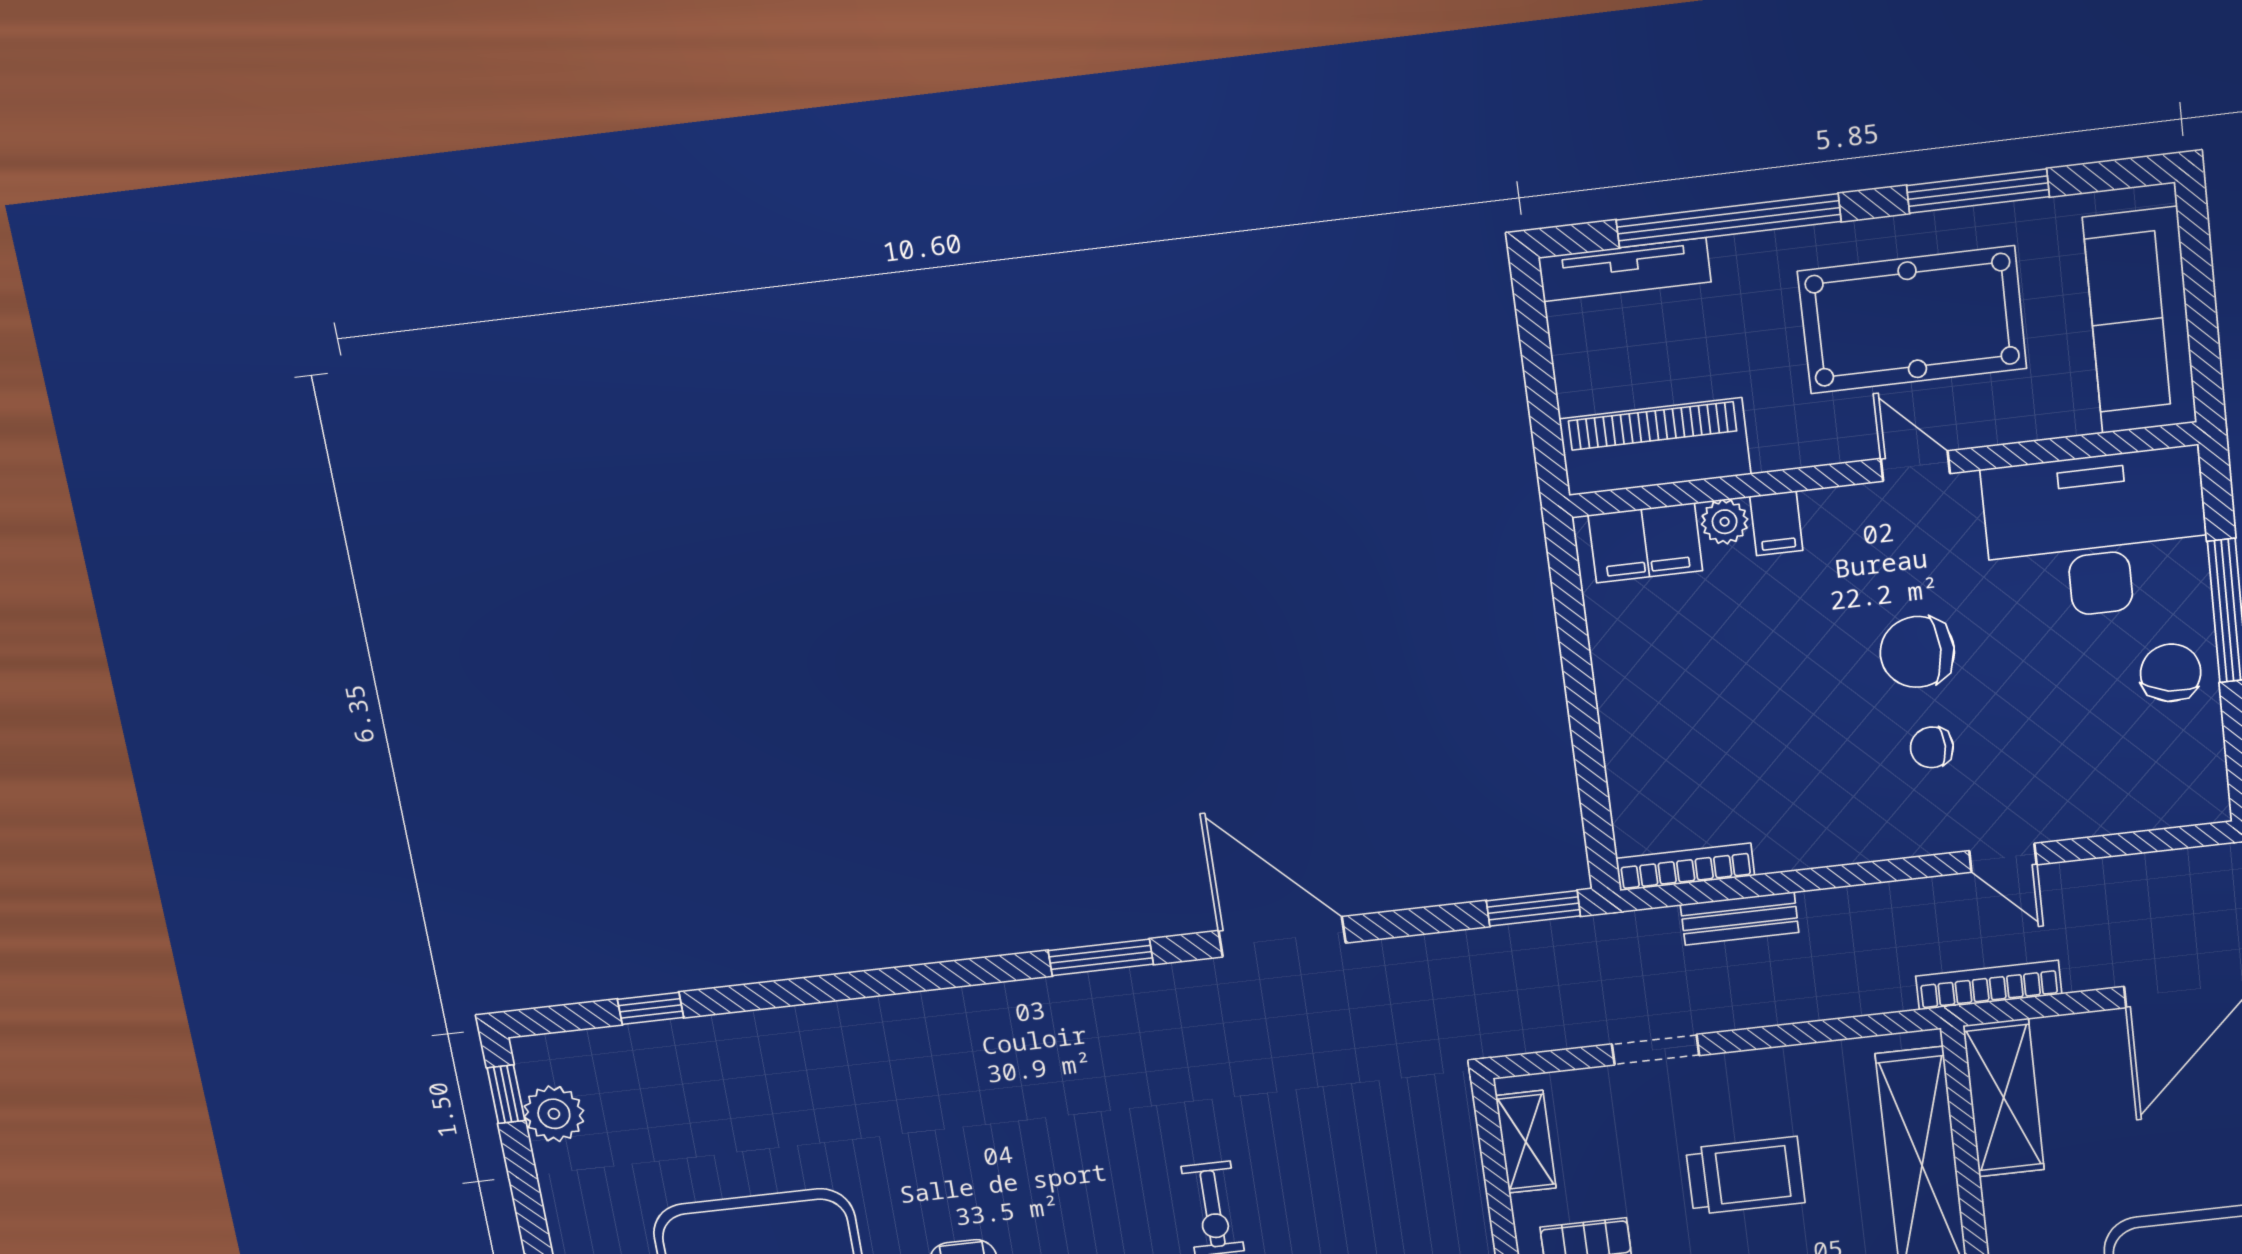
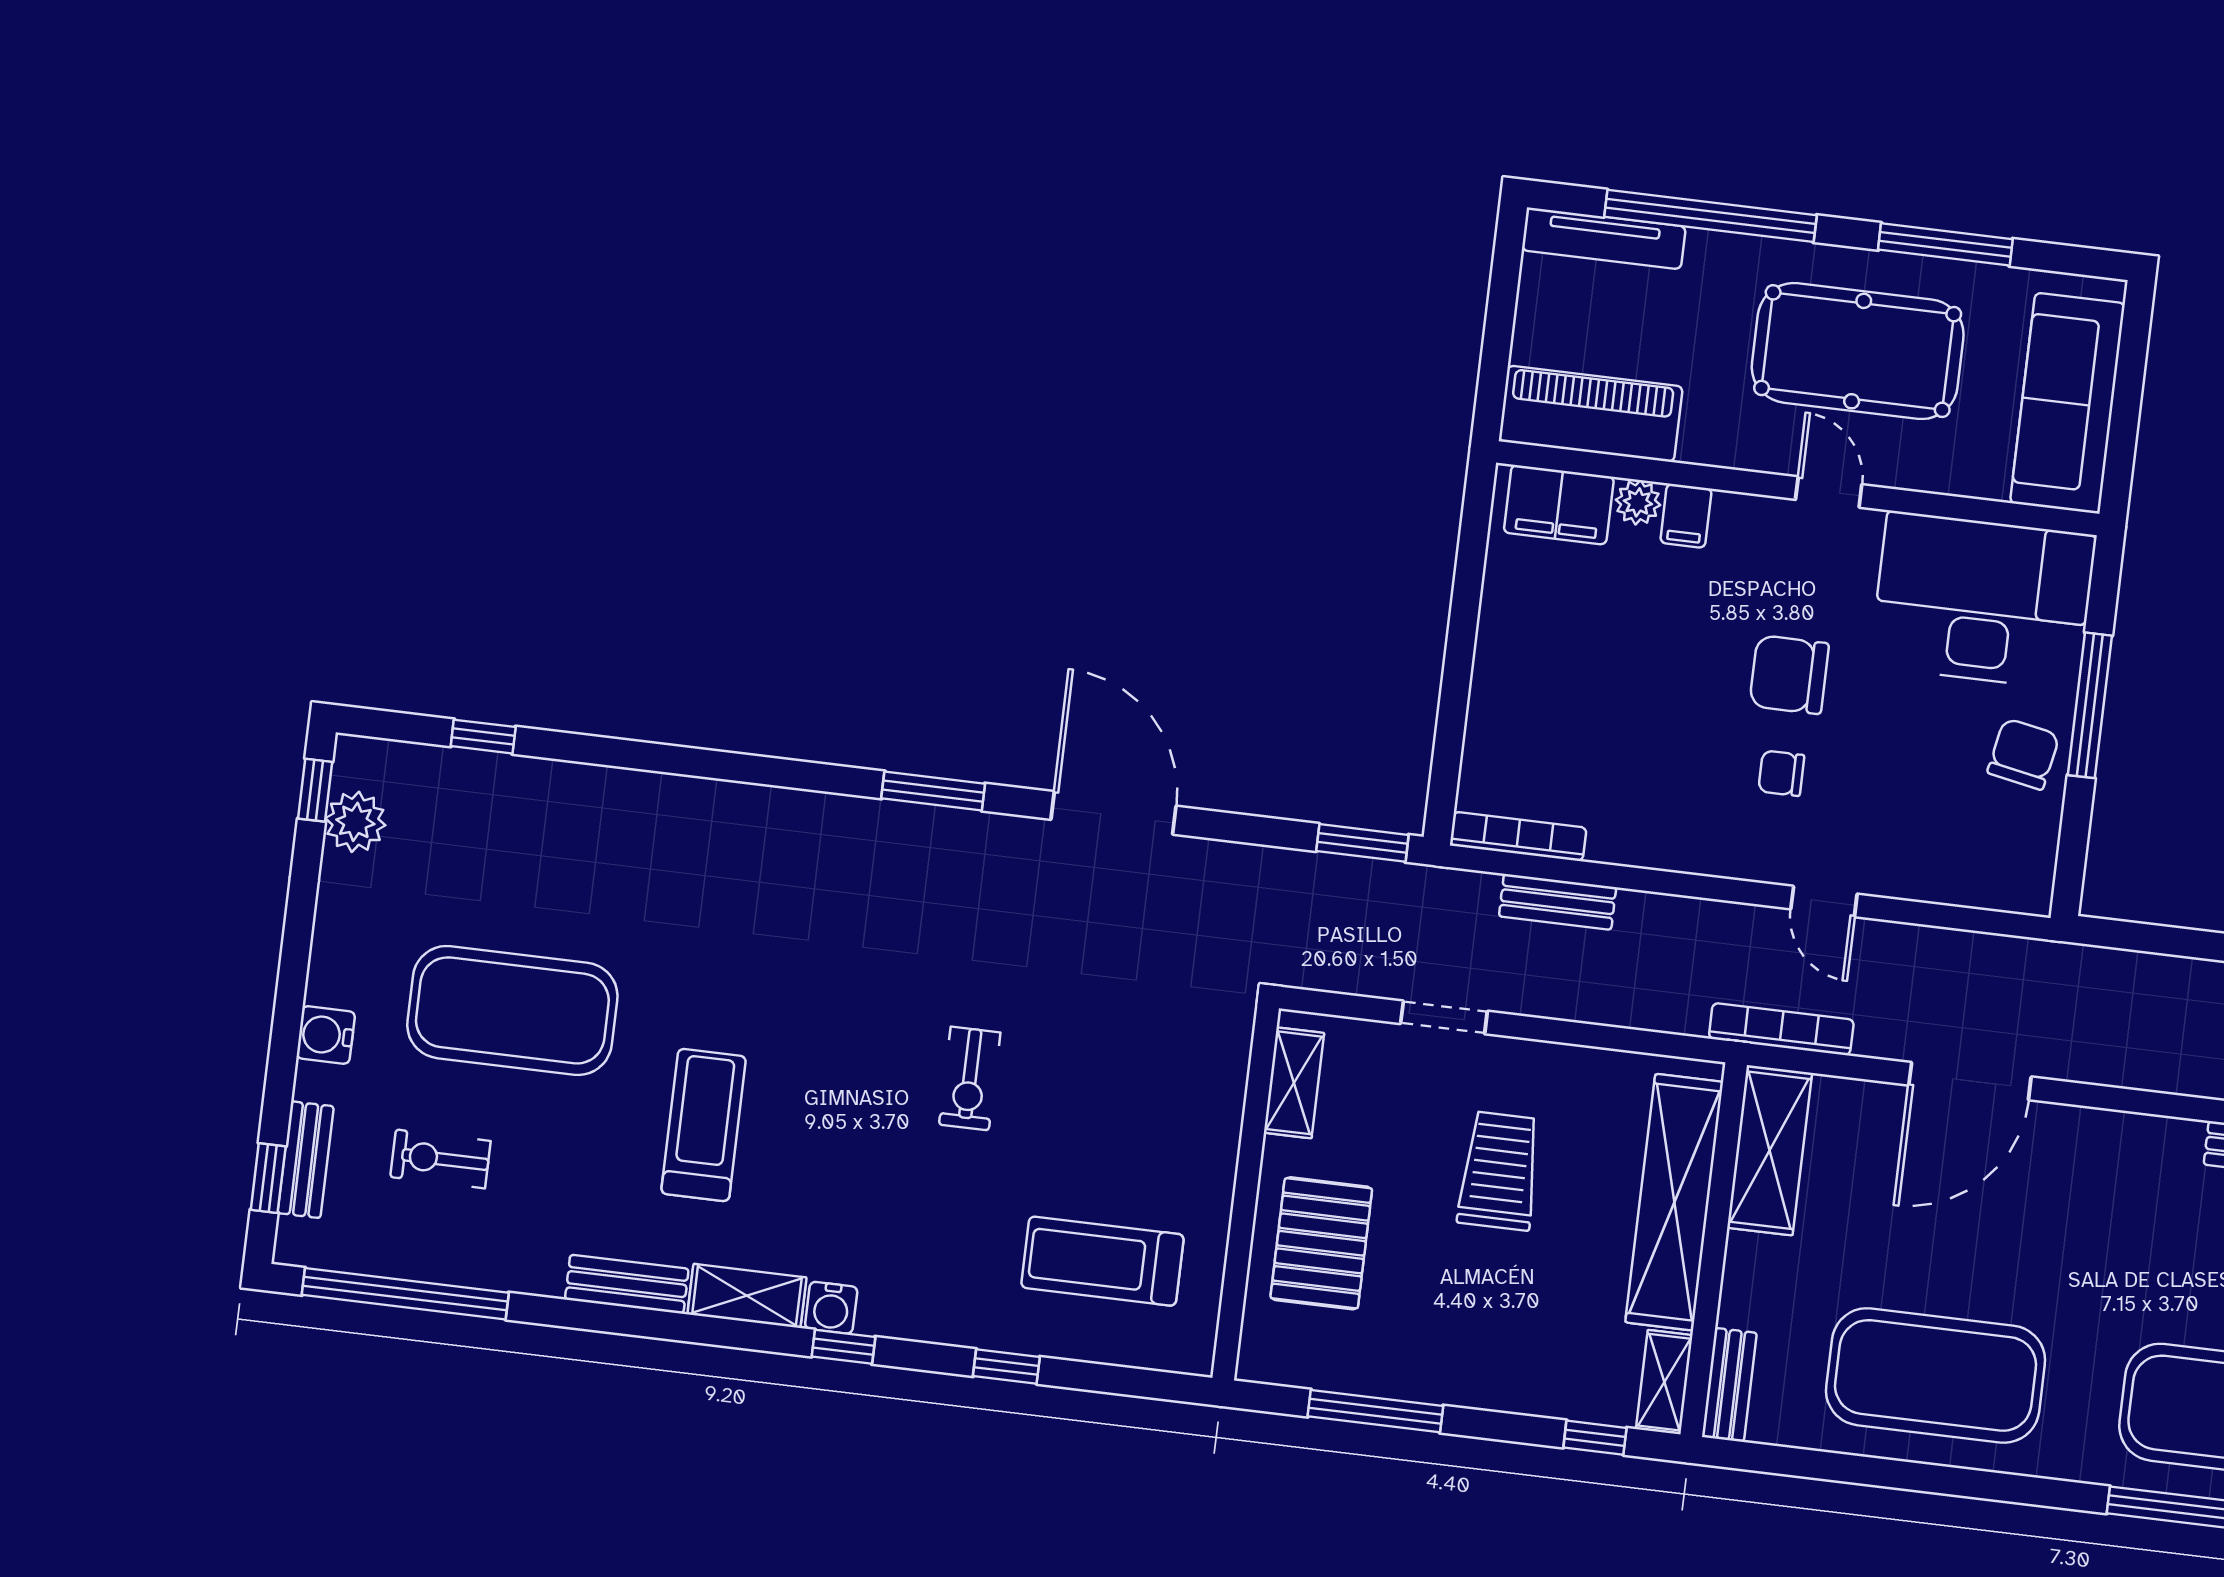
trolley: (1745, 1176) -> (1499, 1171), turned -90

